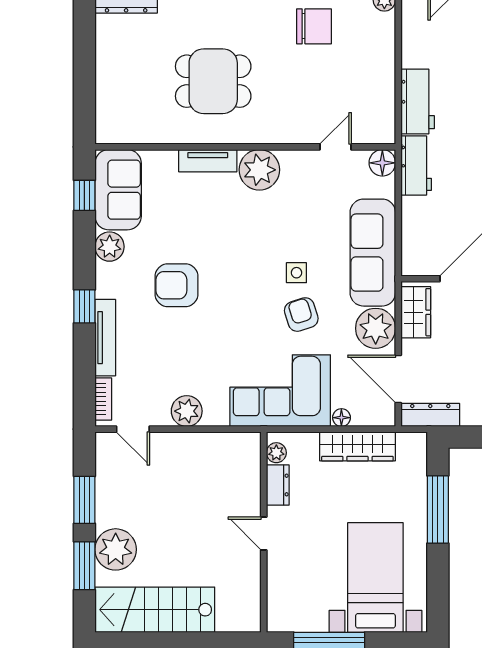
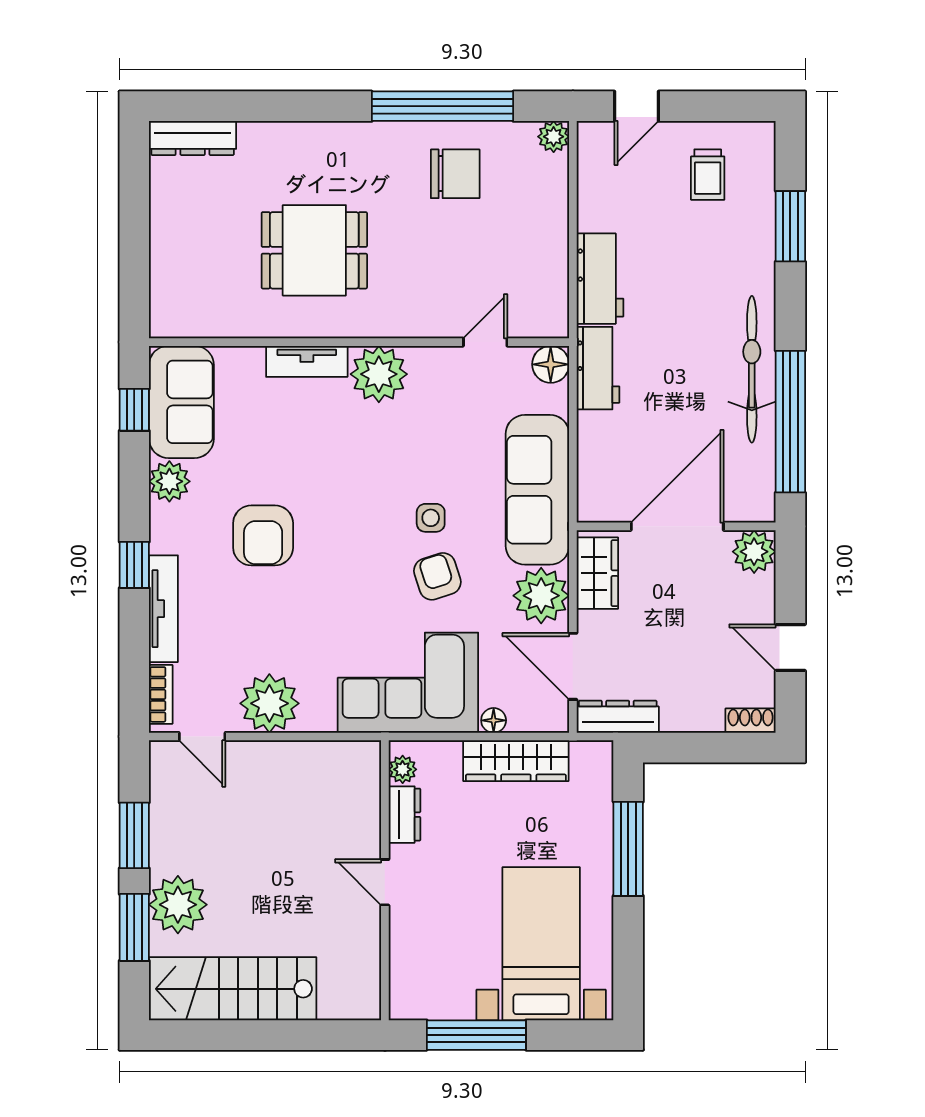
armchair: (177, 285) -> (263, 535), turned -90
plant: (187, 411) -> (269, 703), width x1.36, depth x1.36

